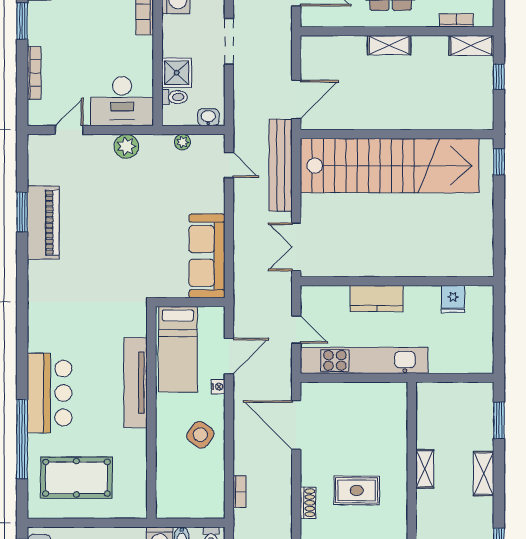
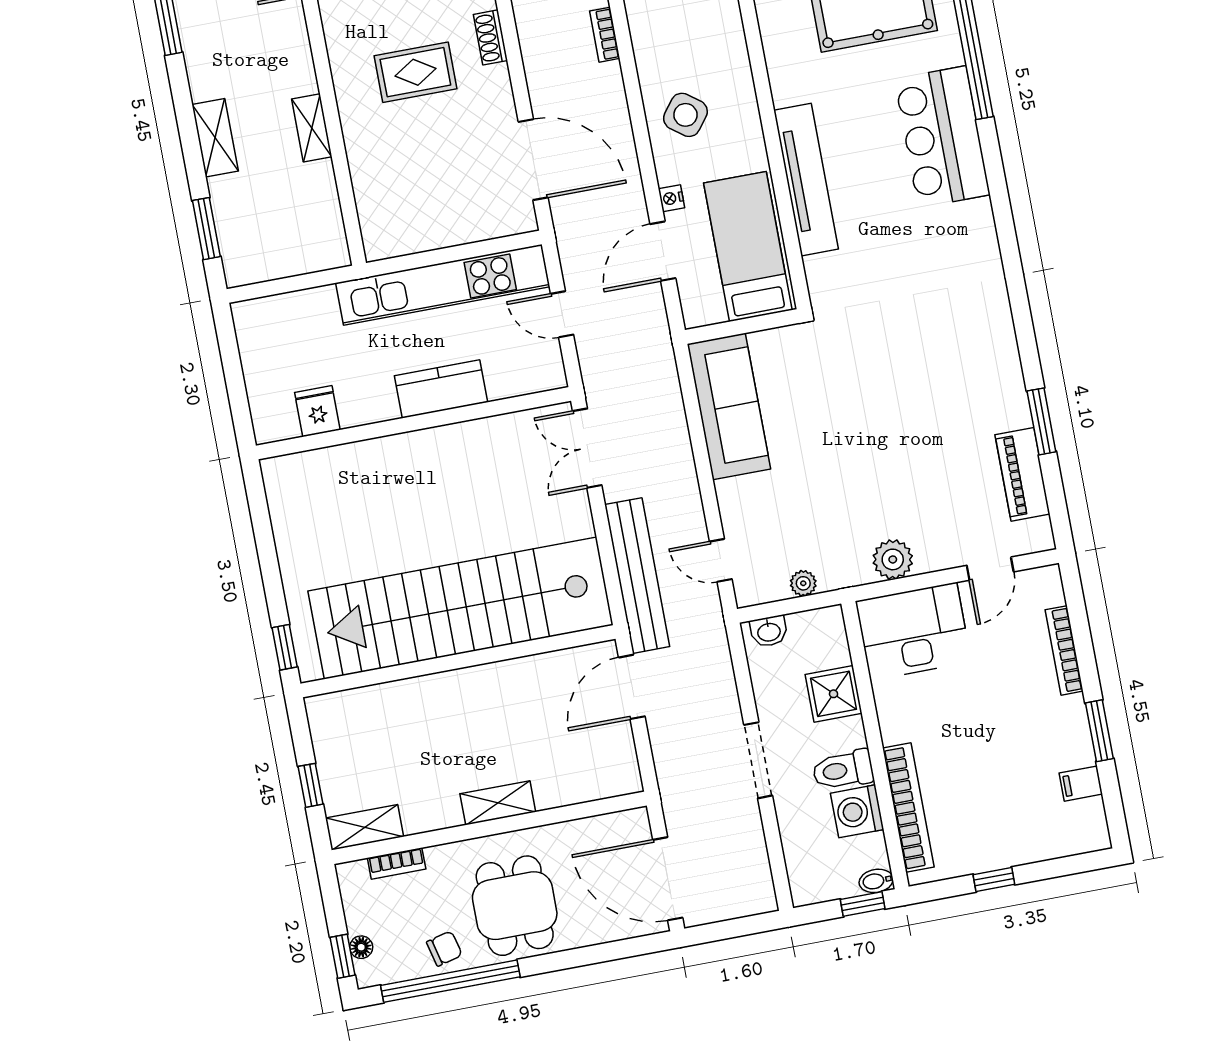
toilet: (175, 97) -> (843, 770), moved, width x1.37, depth x1.39
piano: (43, 223) -> (1022, 474), moved, width x0.73, depth x0.75
double door: (296, 247) -> (587, 448), swing flipped

